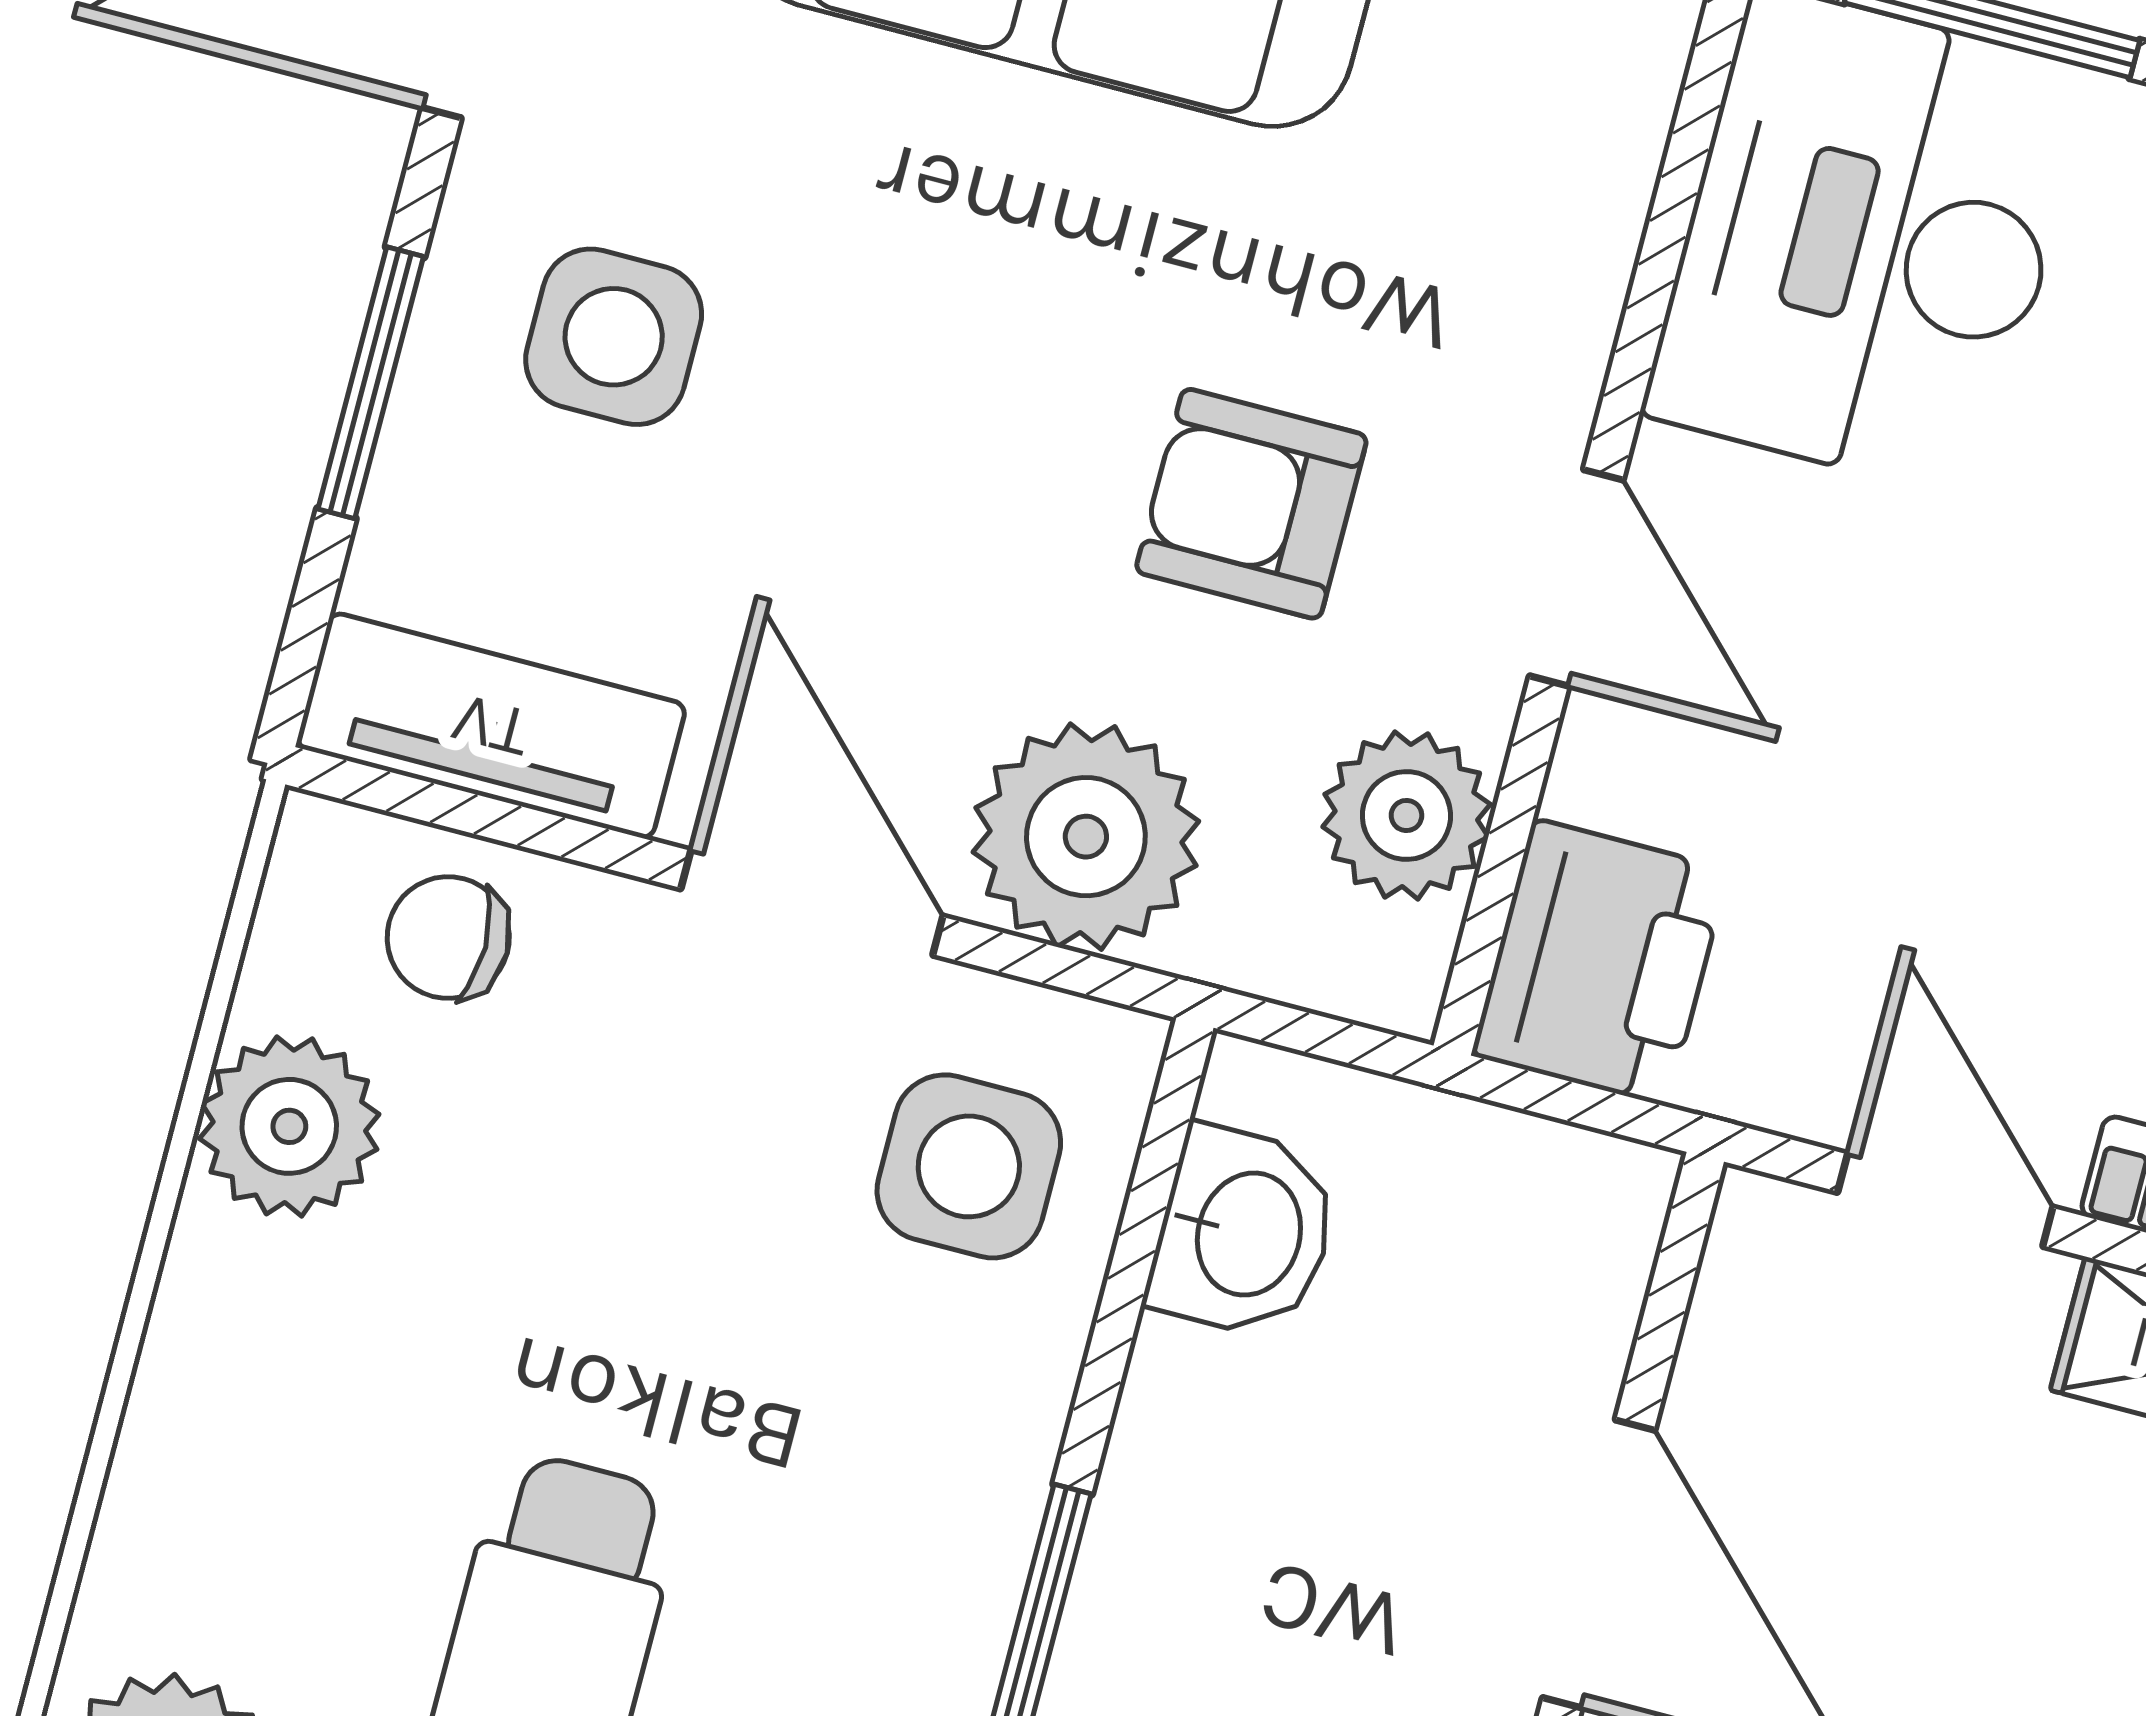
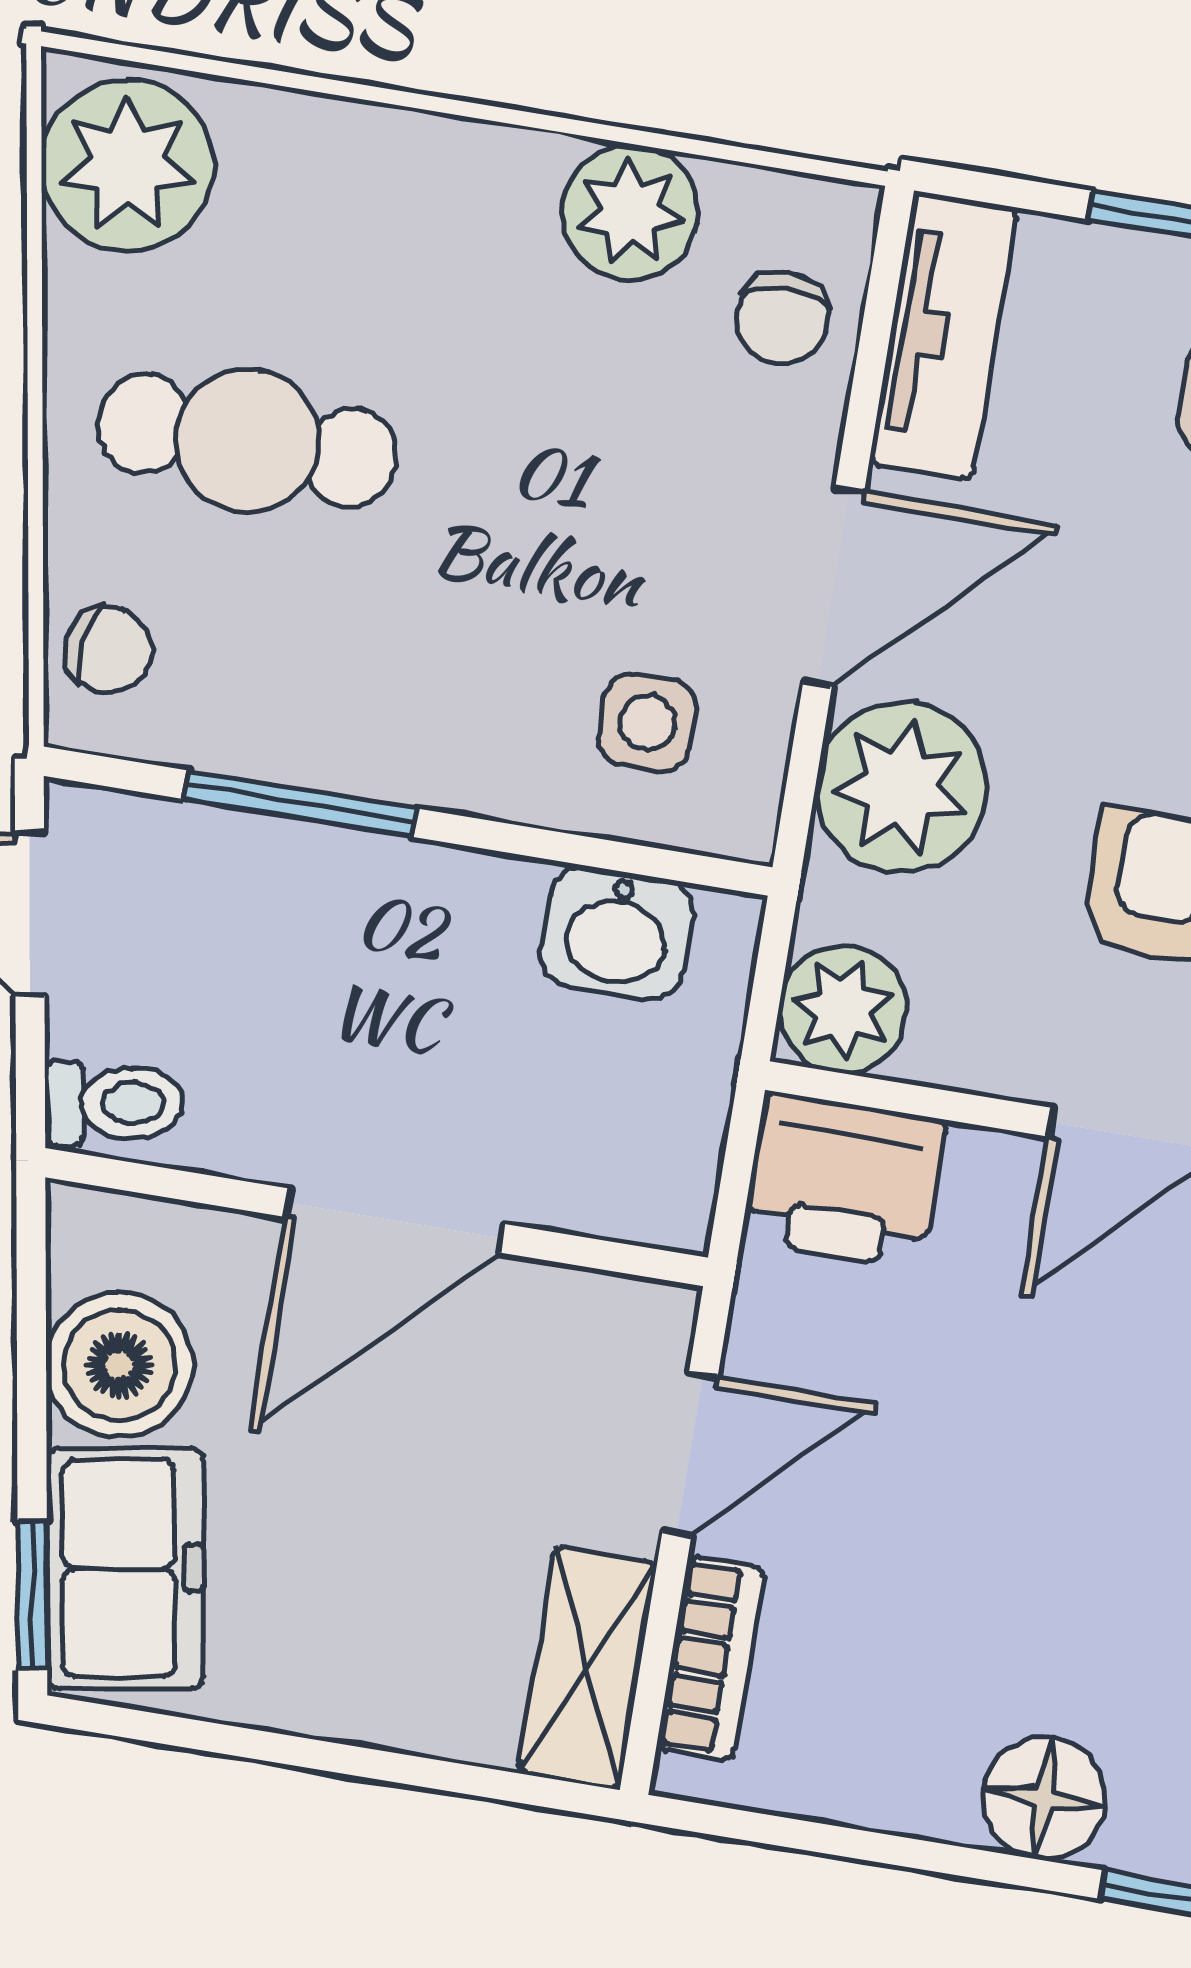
plant: (1406, 816) -> (843, 1009), moved
chair: (448, 938) -> (782, 318), turned 180
side table: (969, 1166) -> (647, 723), width x0.73, depth x0.73

